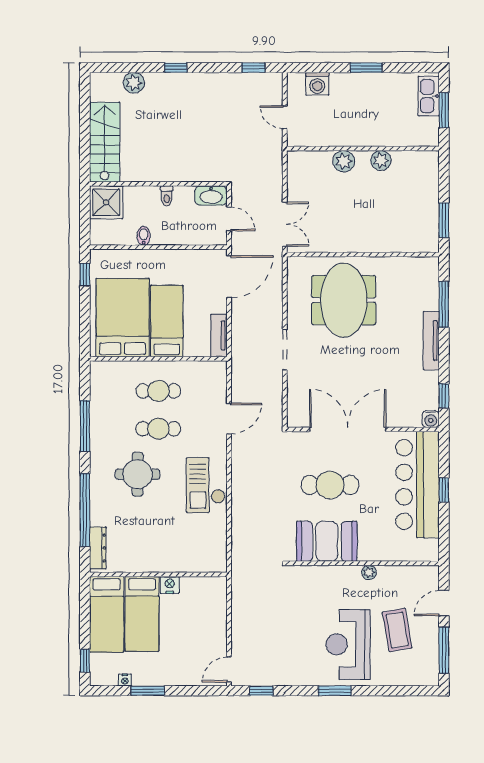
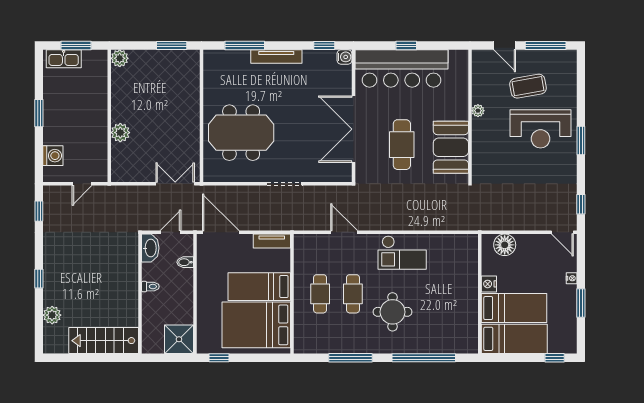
plant: (381, 160) -> (120, 58), moved
shower: (106, 202) -> (179, 339), moved
bidet: (144, 236) -> (185, 262), moved
dresser: (98, 548) -> (457, 346), removed
floor lamp: (215, 603) -> (505, 245), added
nightstand: (125, 680) -> (572, 278), moved

